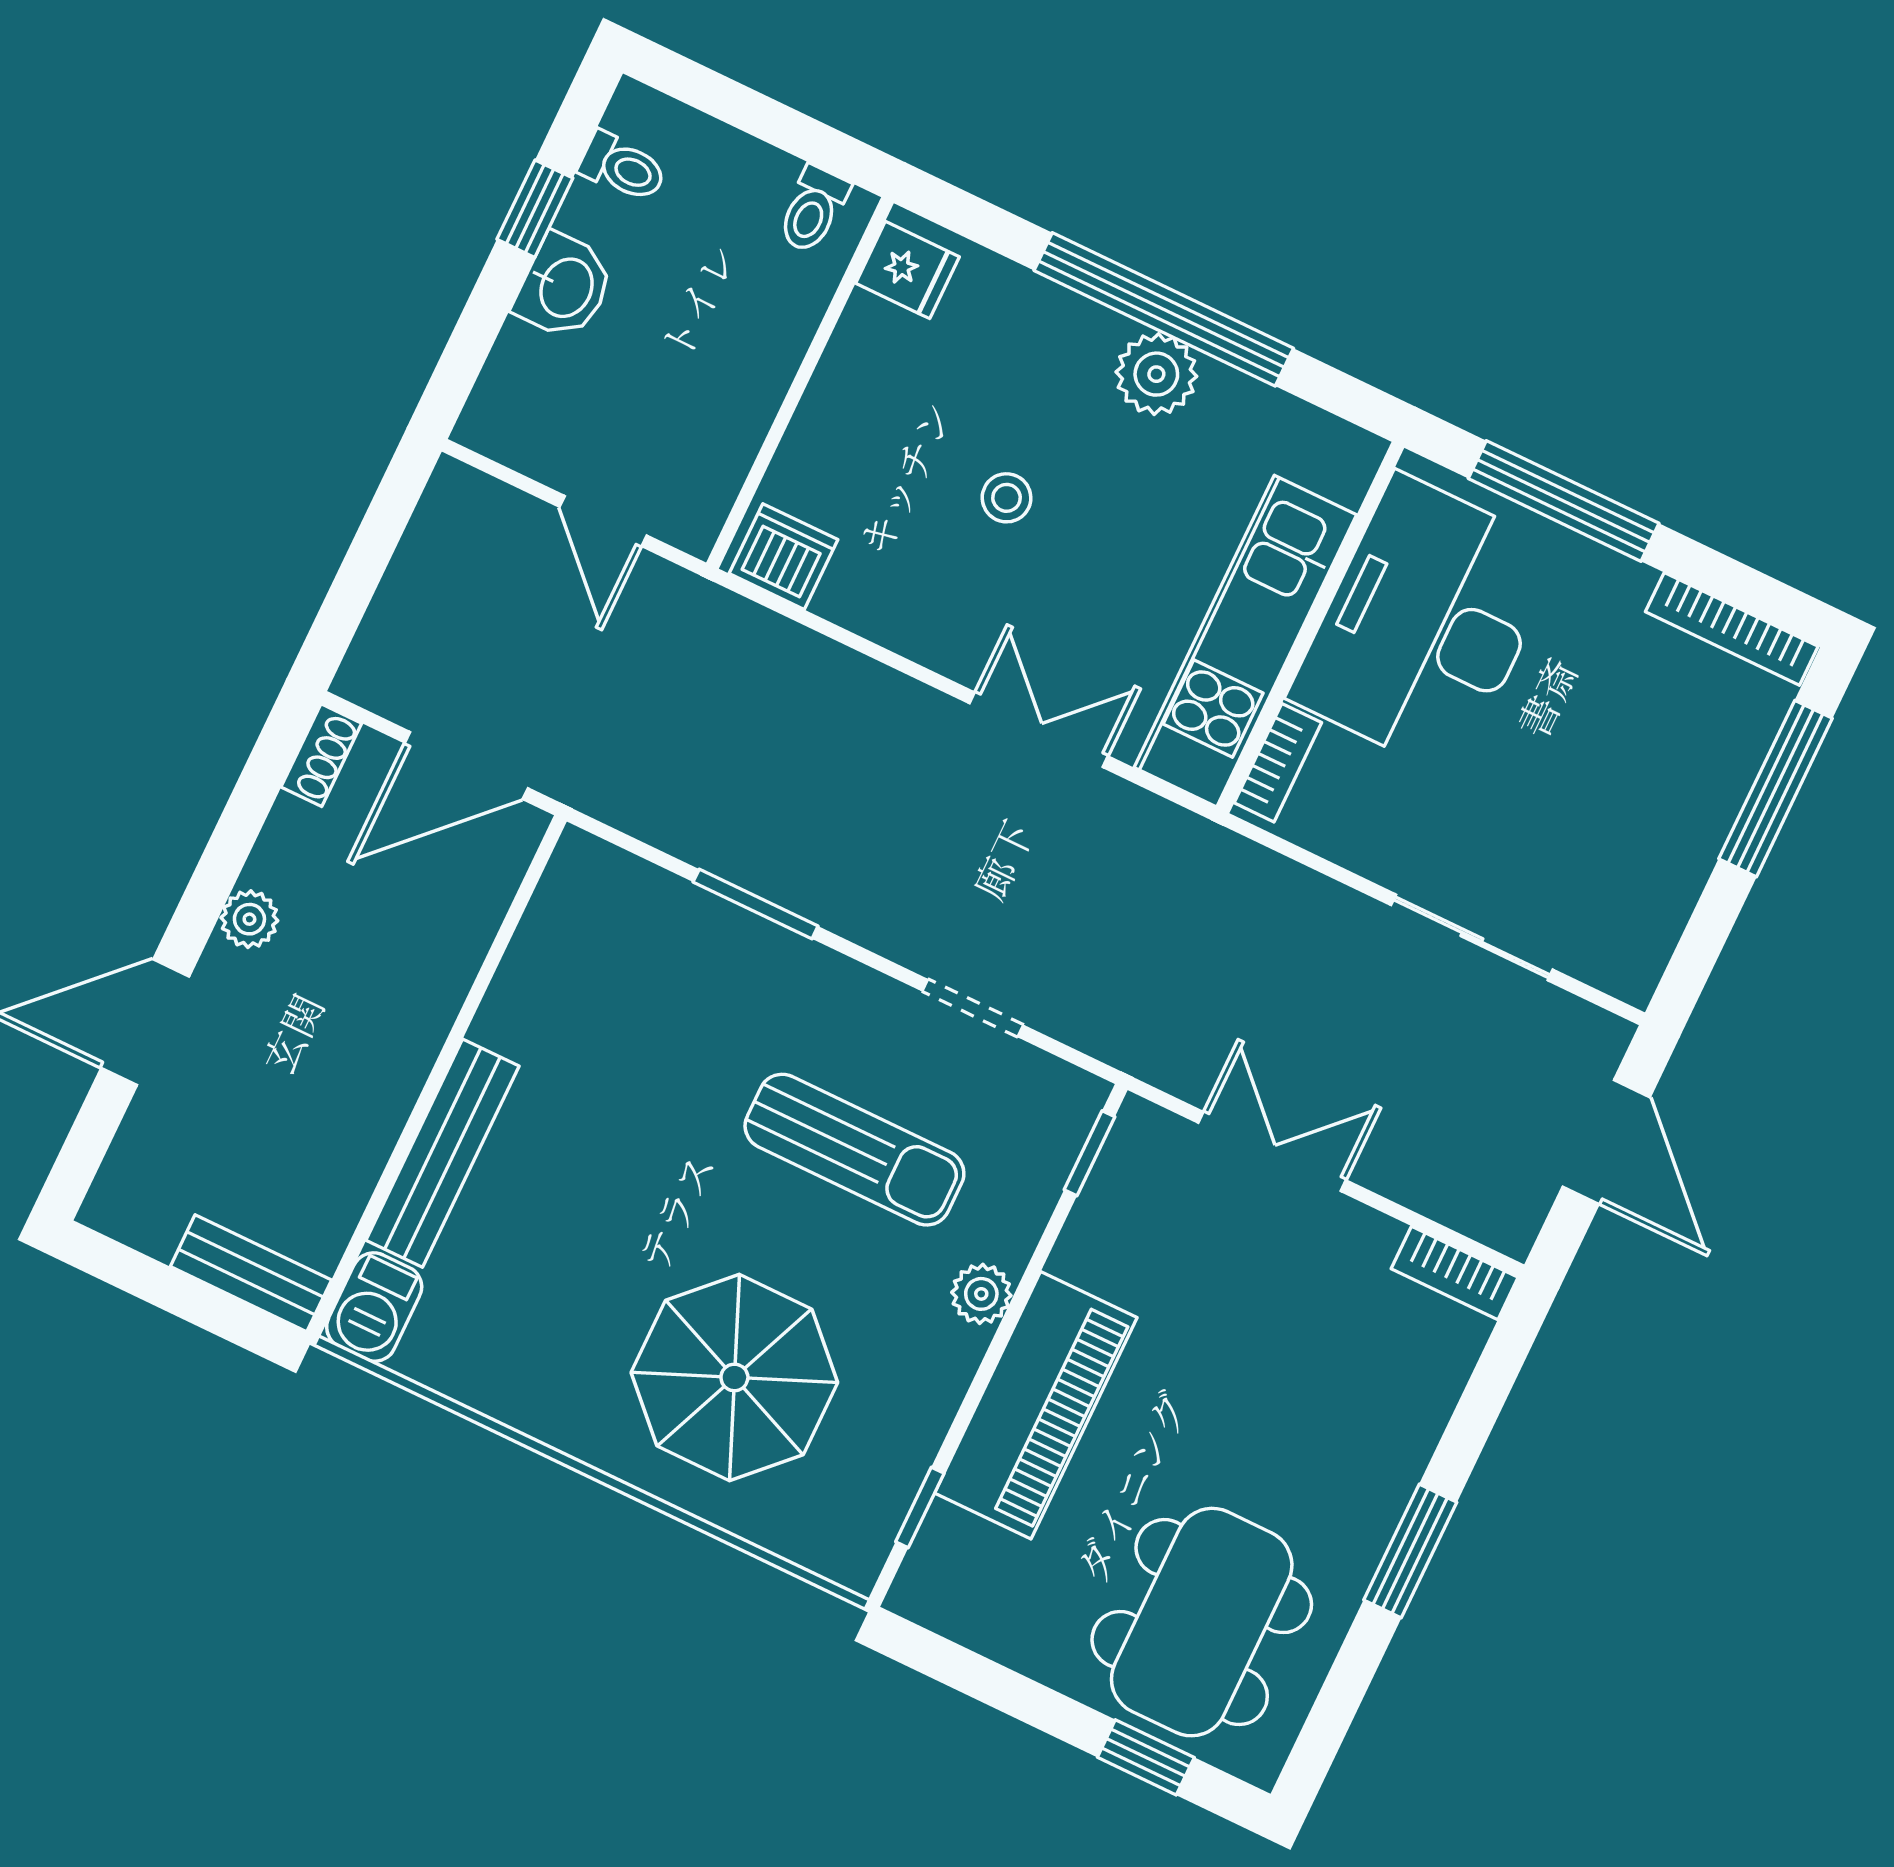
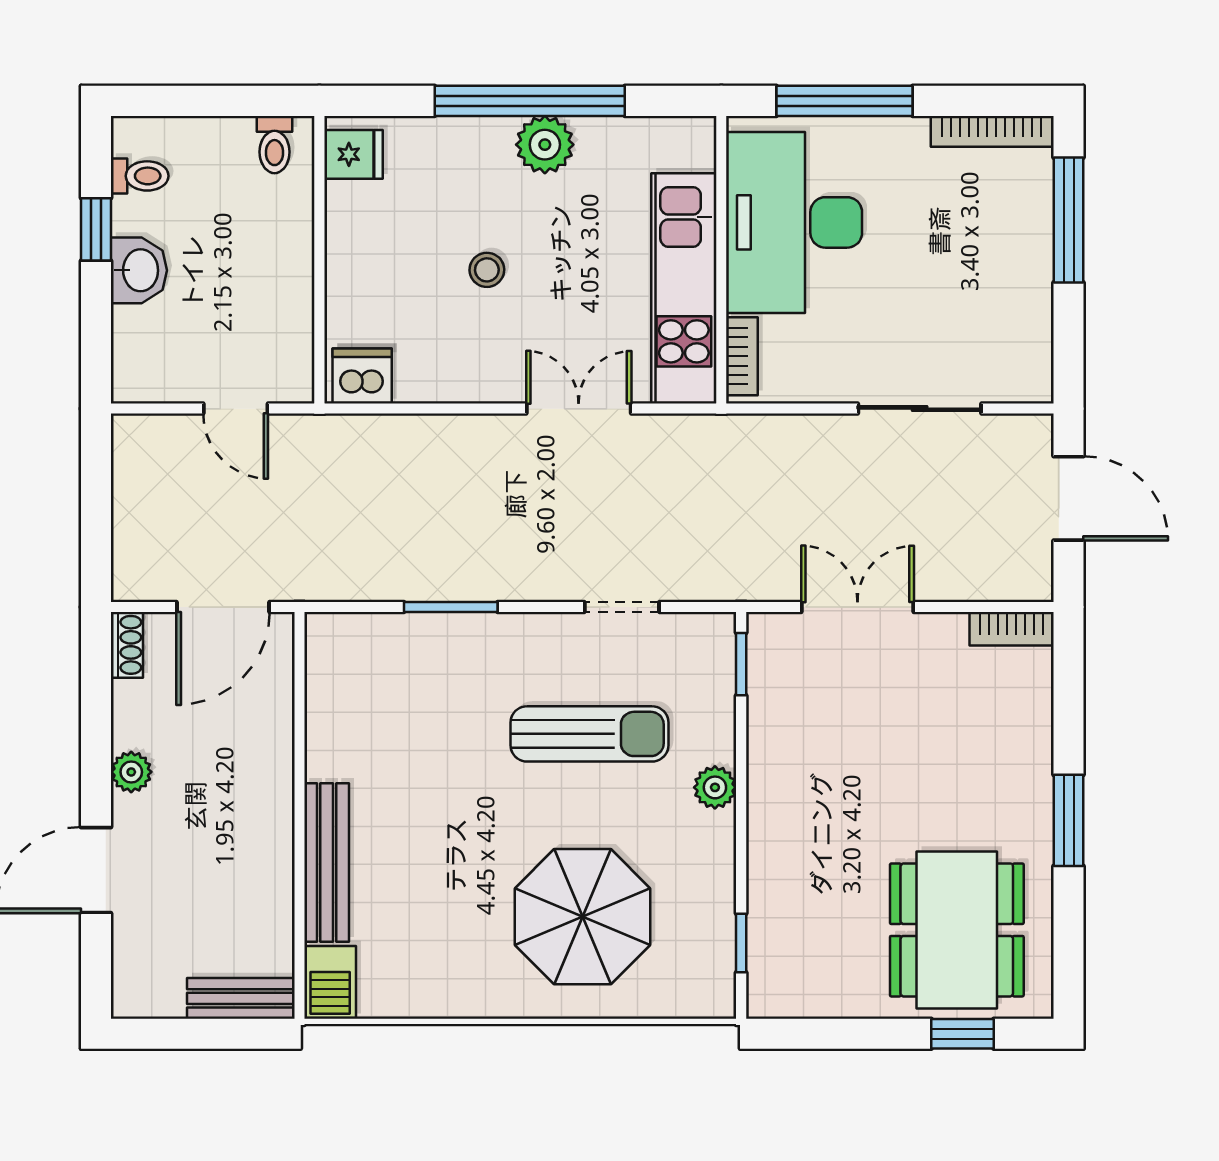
piano: (1036, 1405) -> (784, 842), removed

